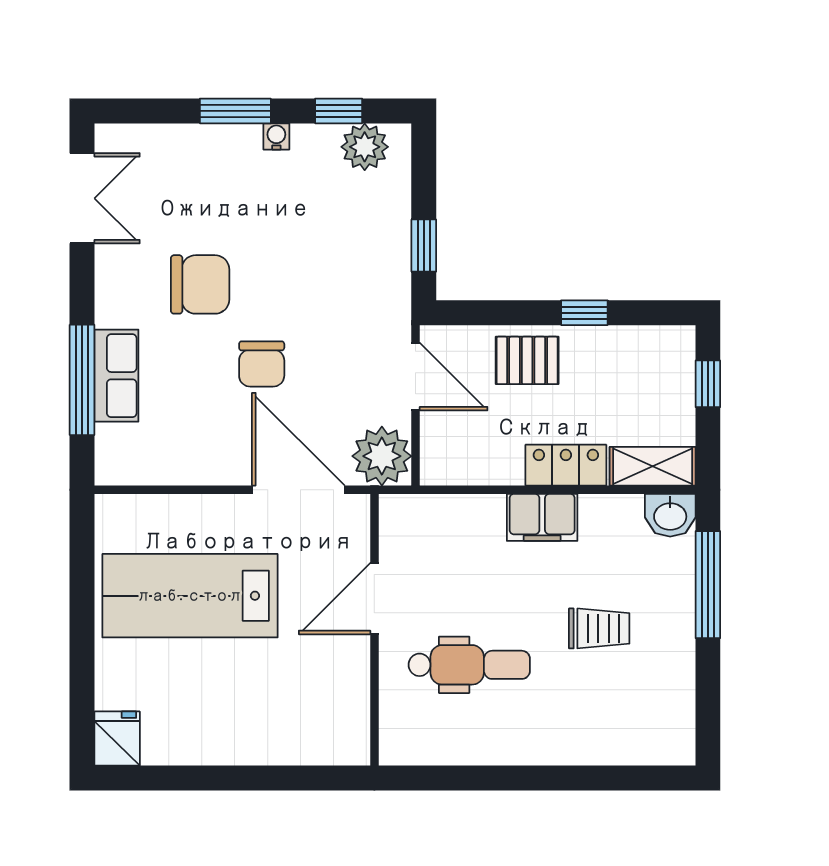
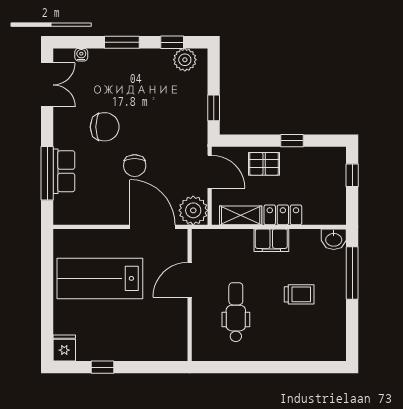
water cooler: (276, 136) -> (81, 55), moved
shelving: (653, 466) -> (241, 215), moved
dental chair: (469, 665) -> (236, 312), turned -90
window: (196, 778) -> (103, 367), added

